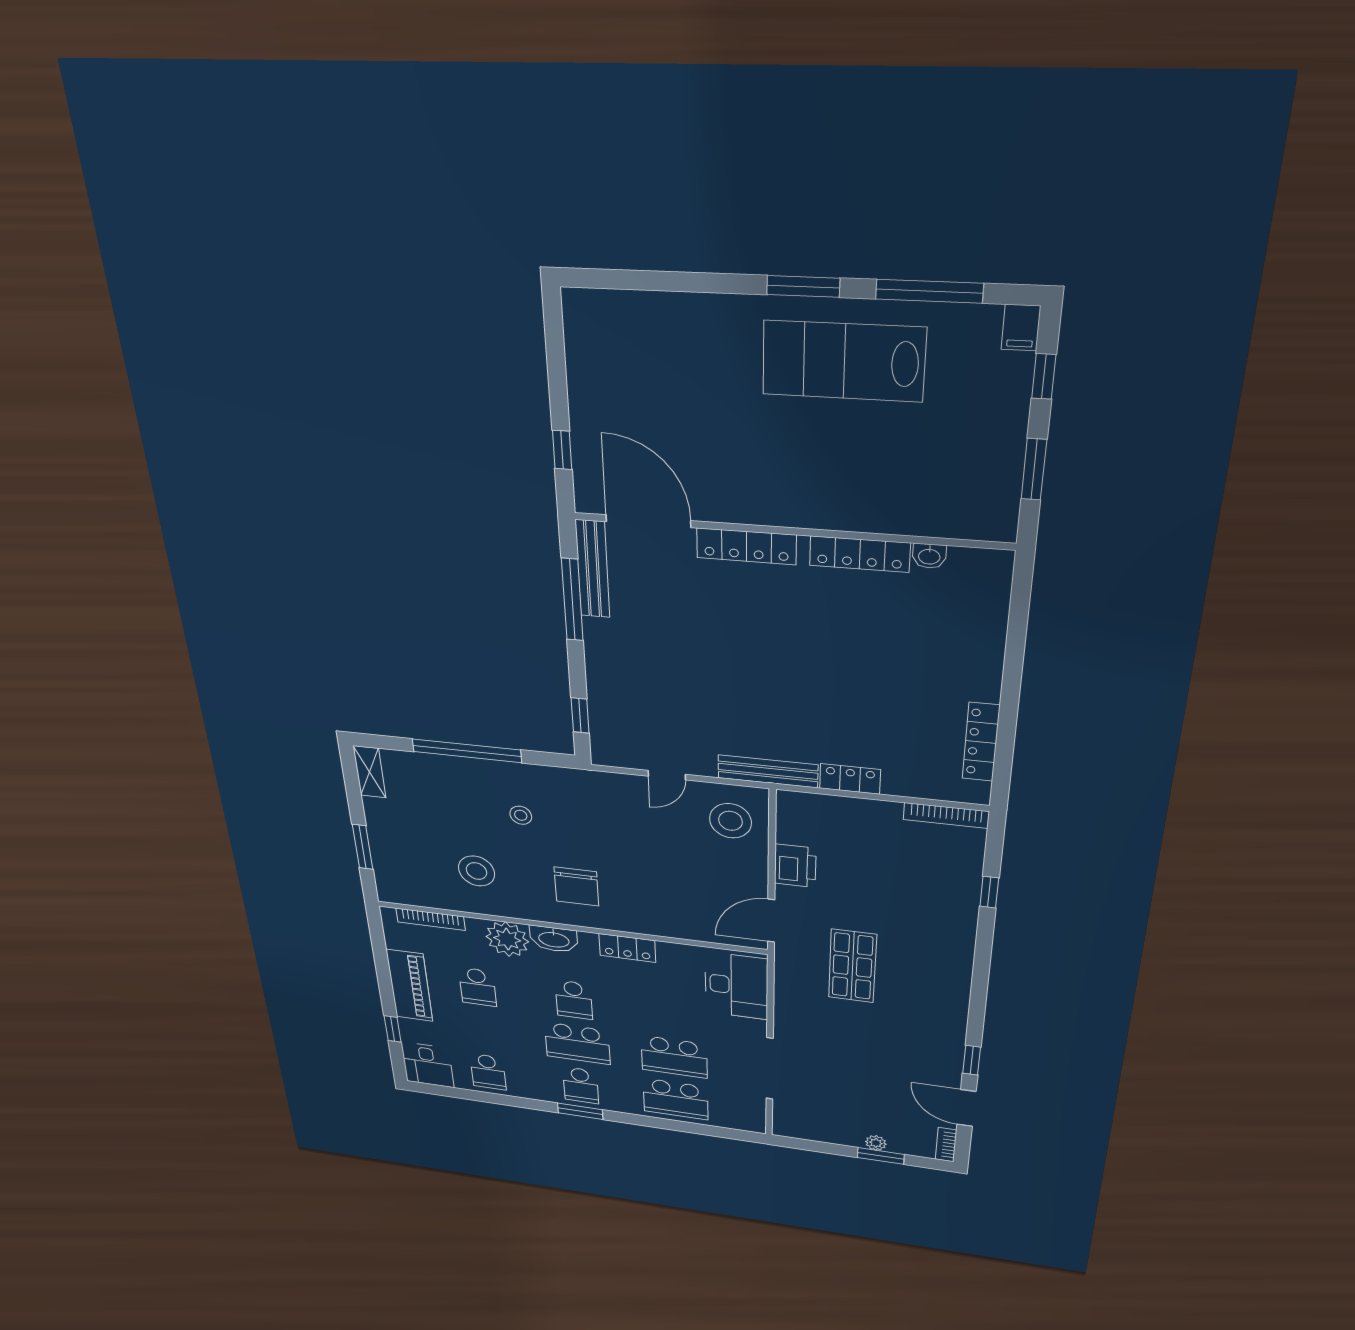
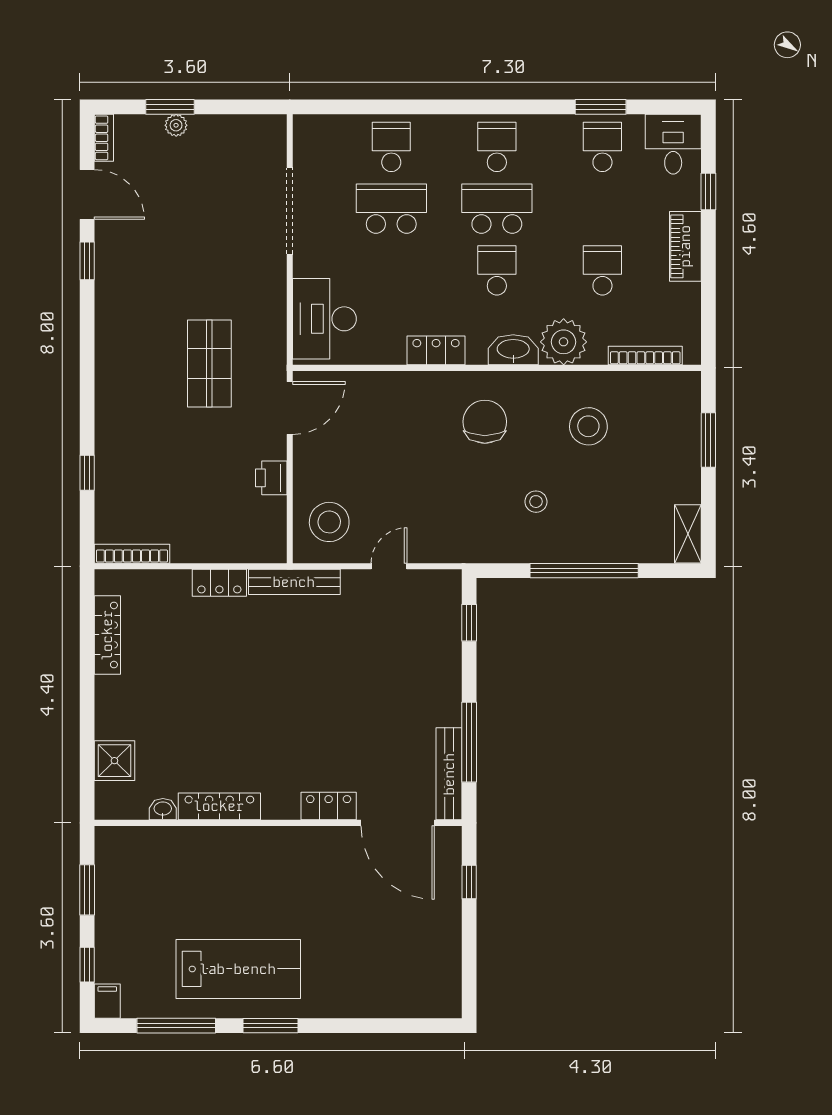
locker: (746, 546) -> (329, 806), width x0.66
shower: (985, 613) -> (114, 761), added
printer: (795, 866) -> (271, 478), width x0.73, depth x0.81
piano: (409, 986) -> (685, 246), width x0.73, depth x0.75
school desk: (676, 1099) -> (391, 147), width x0.54
window: (580, 1111) -> (601, 107), moved

